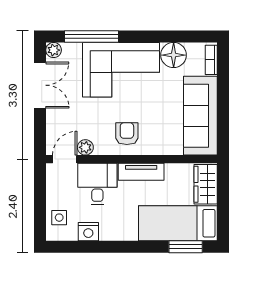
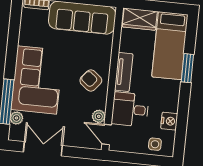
plant: (54, 50) -> (16, 118), moved
floor lamp: (174, 55) -> (29, 35), removed
armchair: (127, 134) -> (91, 80), turned 39
window: (186, 247) -> (187, 68), moved

